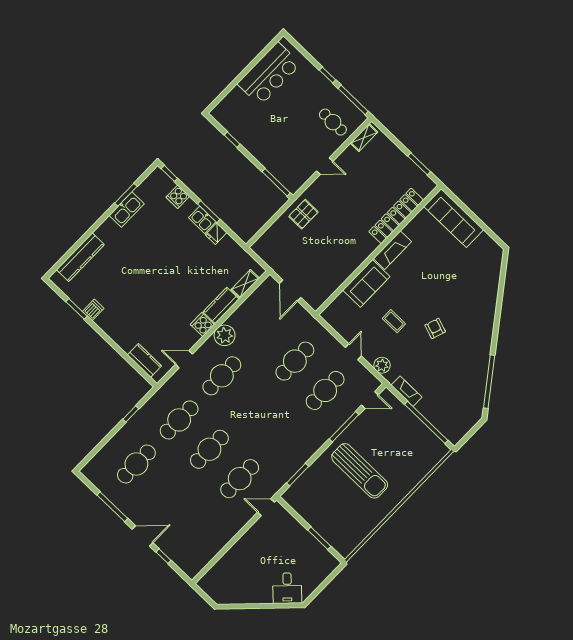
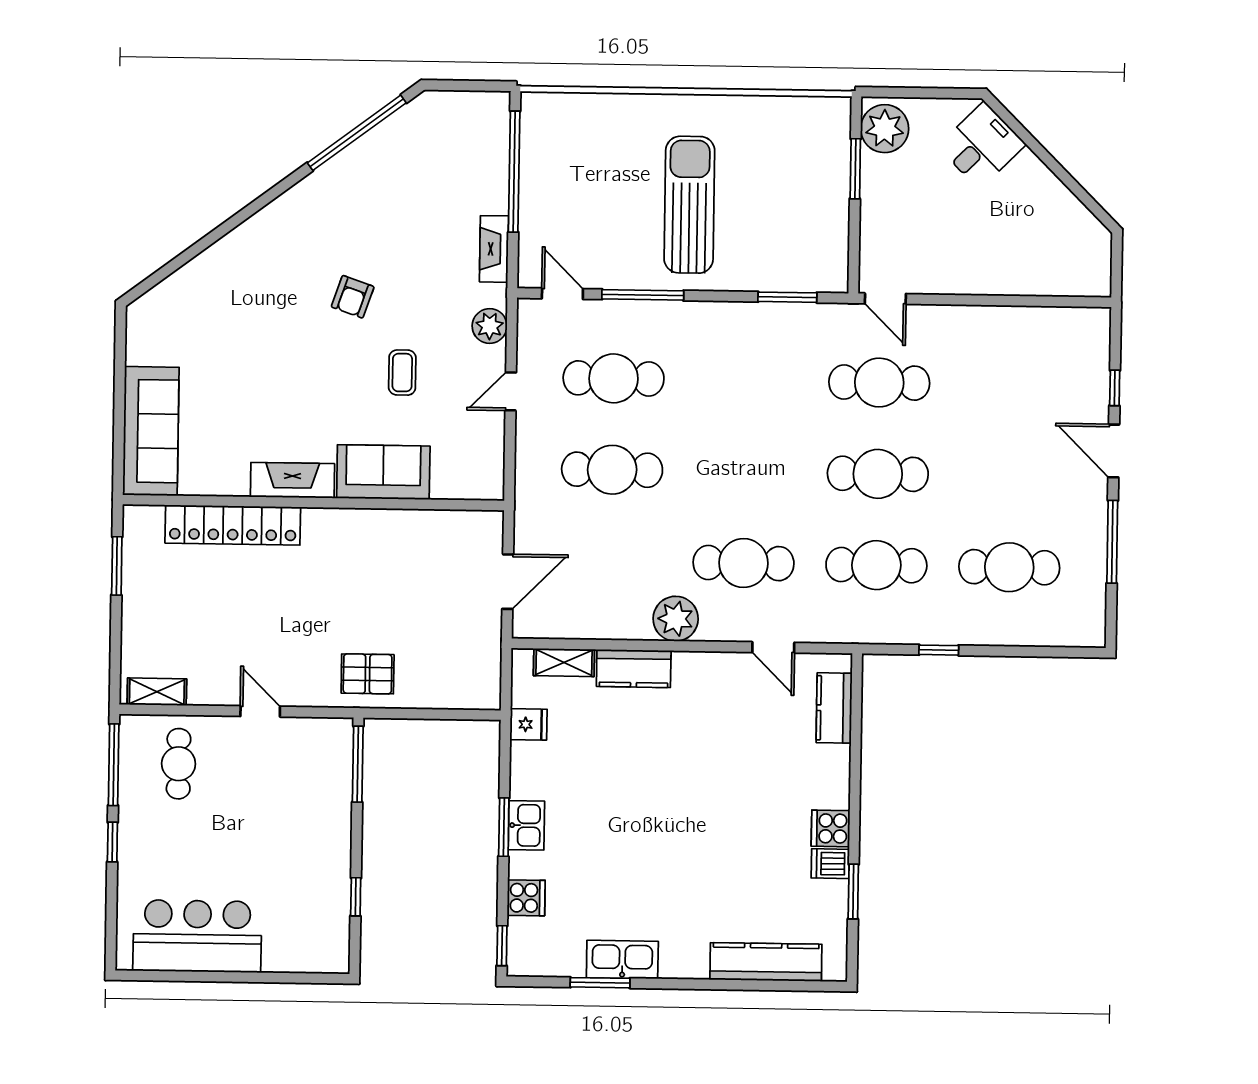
fridge: (216, 234) -> (529, 724), moved
cooker: (202, 324) -> (831, 828), moved, turned 90
plant: (324, 561) -> (885, 129), added

